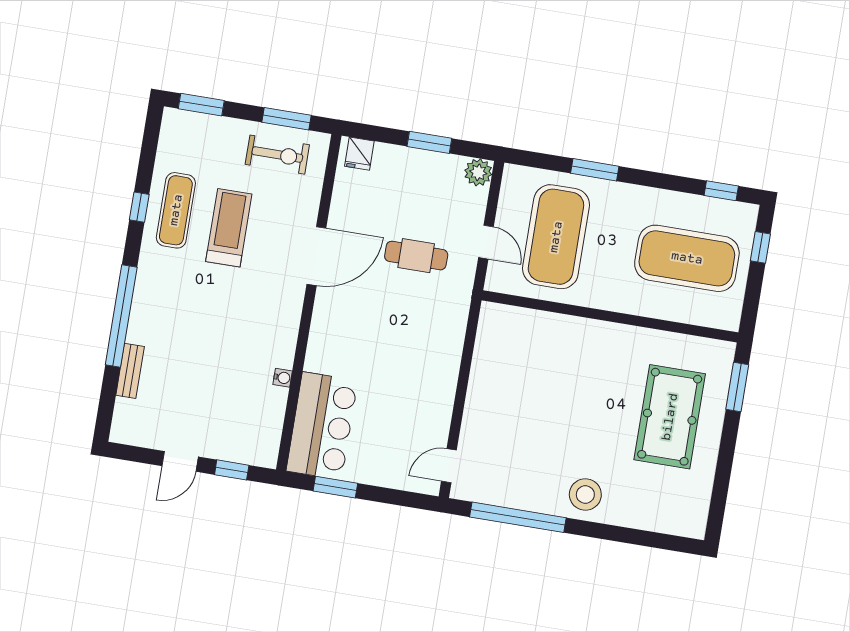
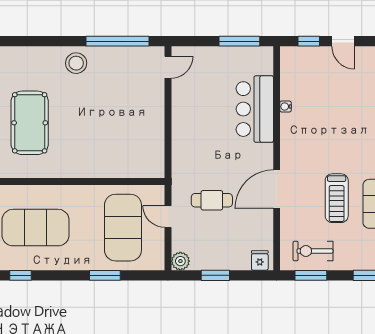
bar counter: (322, 426) -> (255, 109), moved
door: (180, 461) -> (343, 41), swing flipped
window: (335, 487) -> (239, 41), width x1.44

